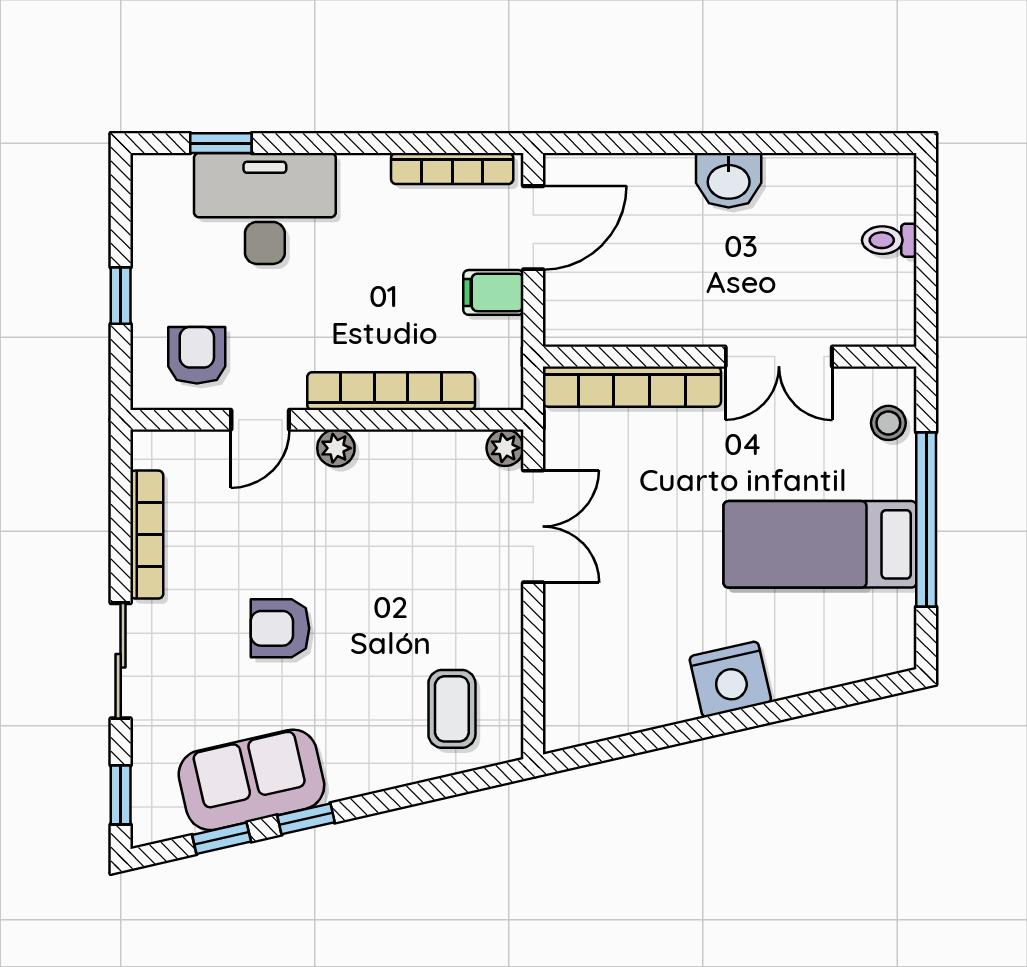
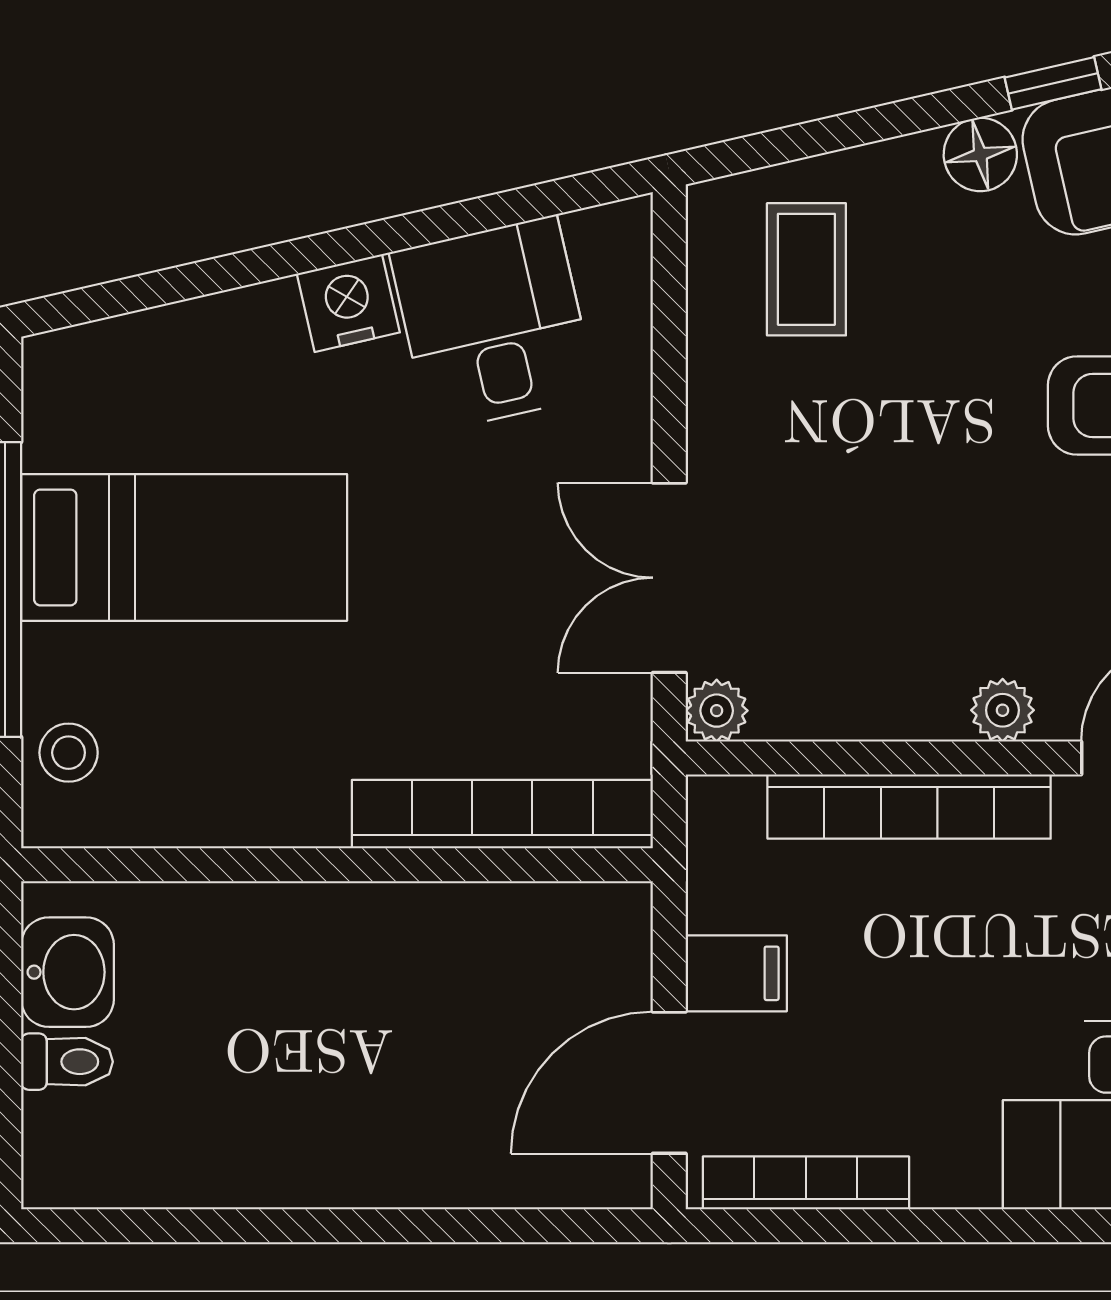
washbasin: (729, 180) -> (67, 972), moved, turned 90
double door: (779, 357) -> (254, 865), removed
desk: (637, 677) -> (493, 324), added
nightstand: (730, 679) -> (348, 303), width x0.74, depth x0.75
floor lamp: (349, 777) -> (980, 154), added

